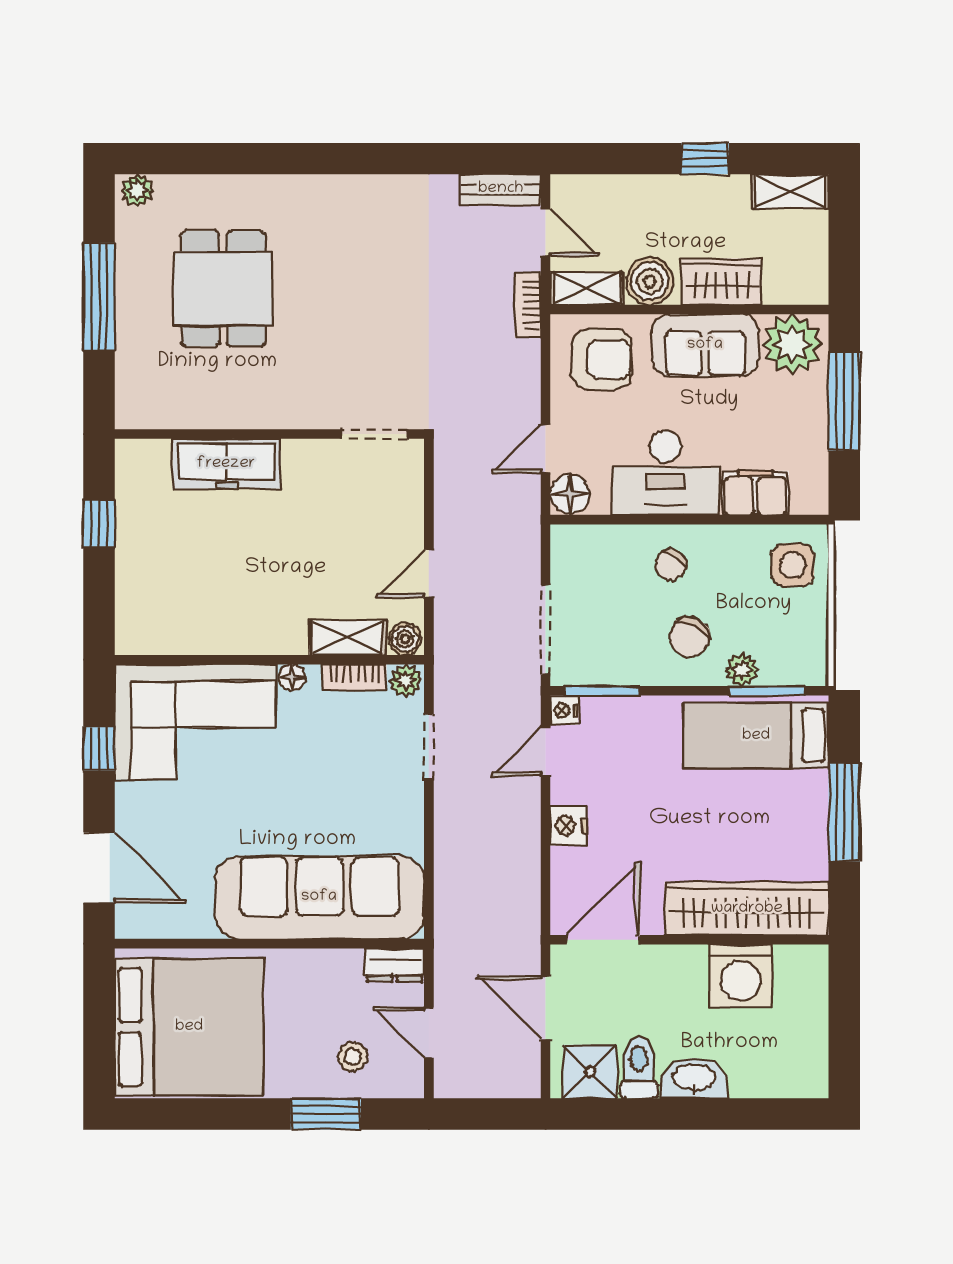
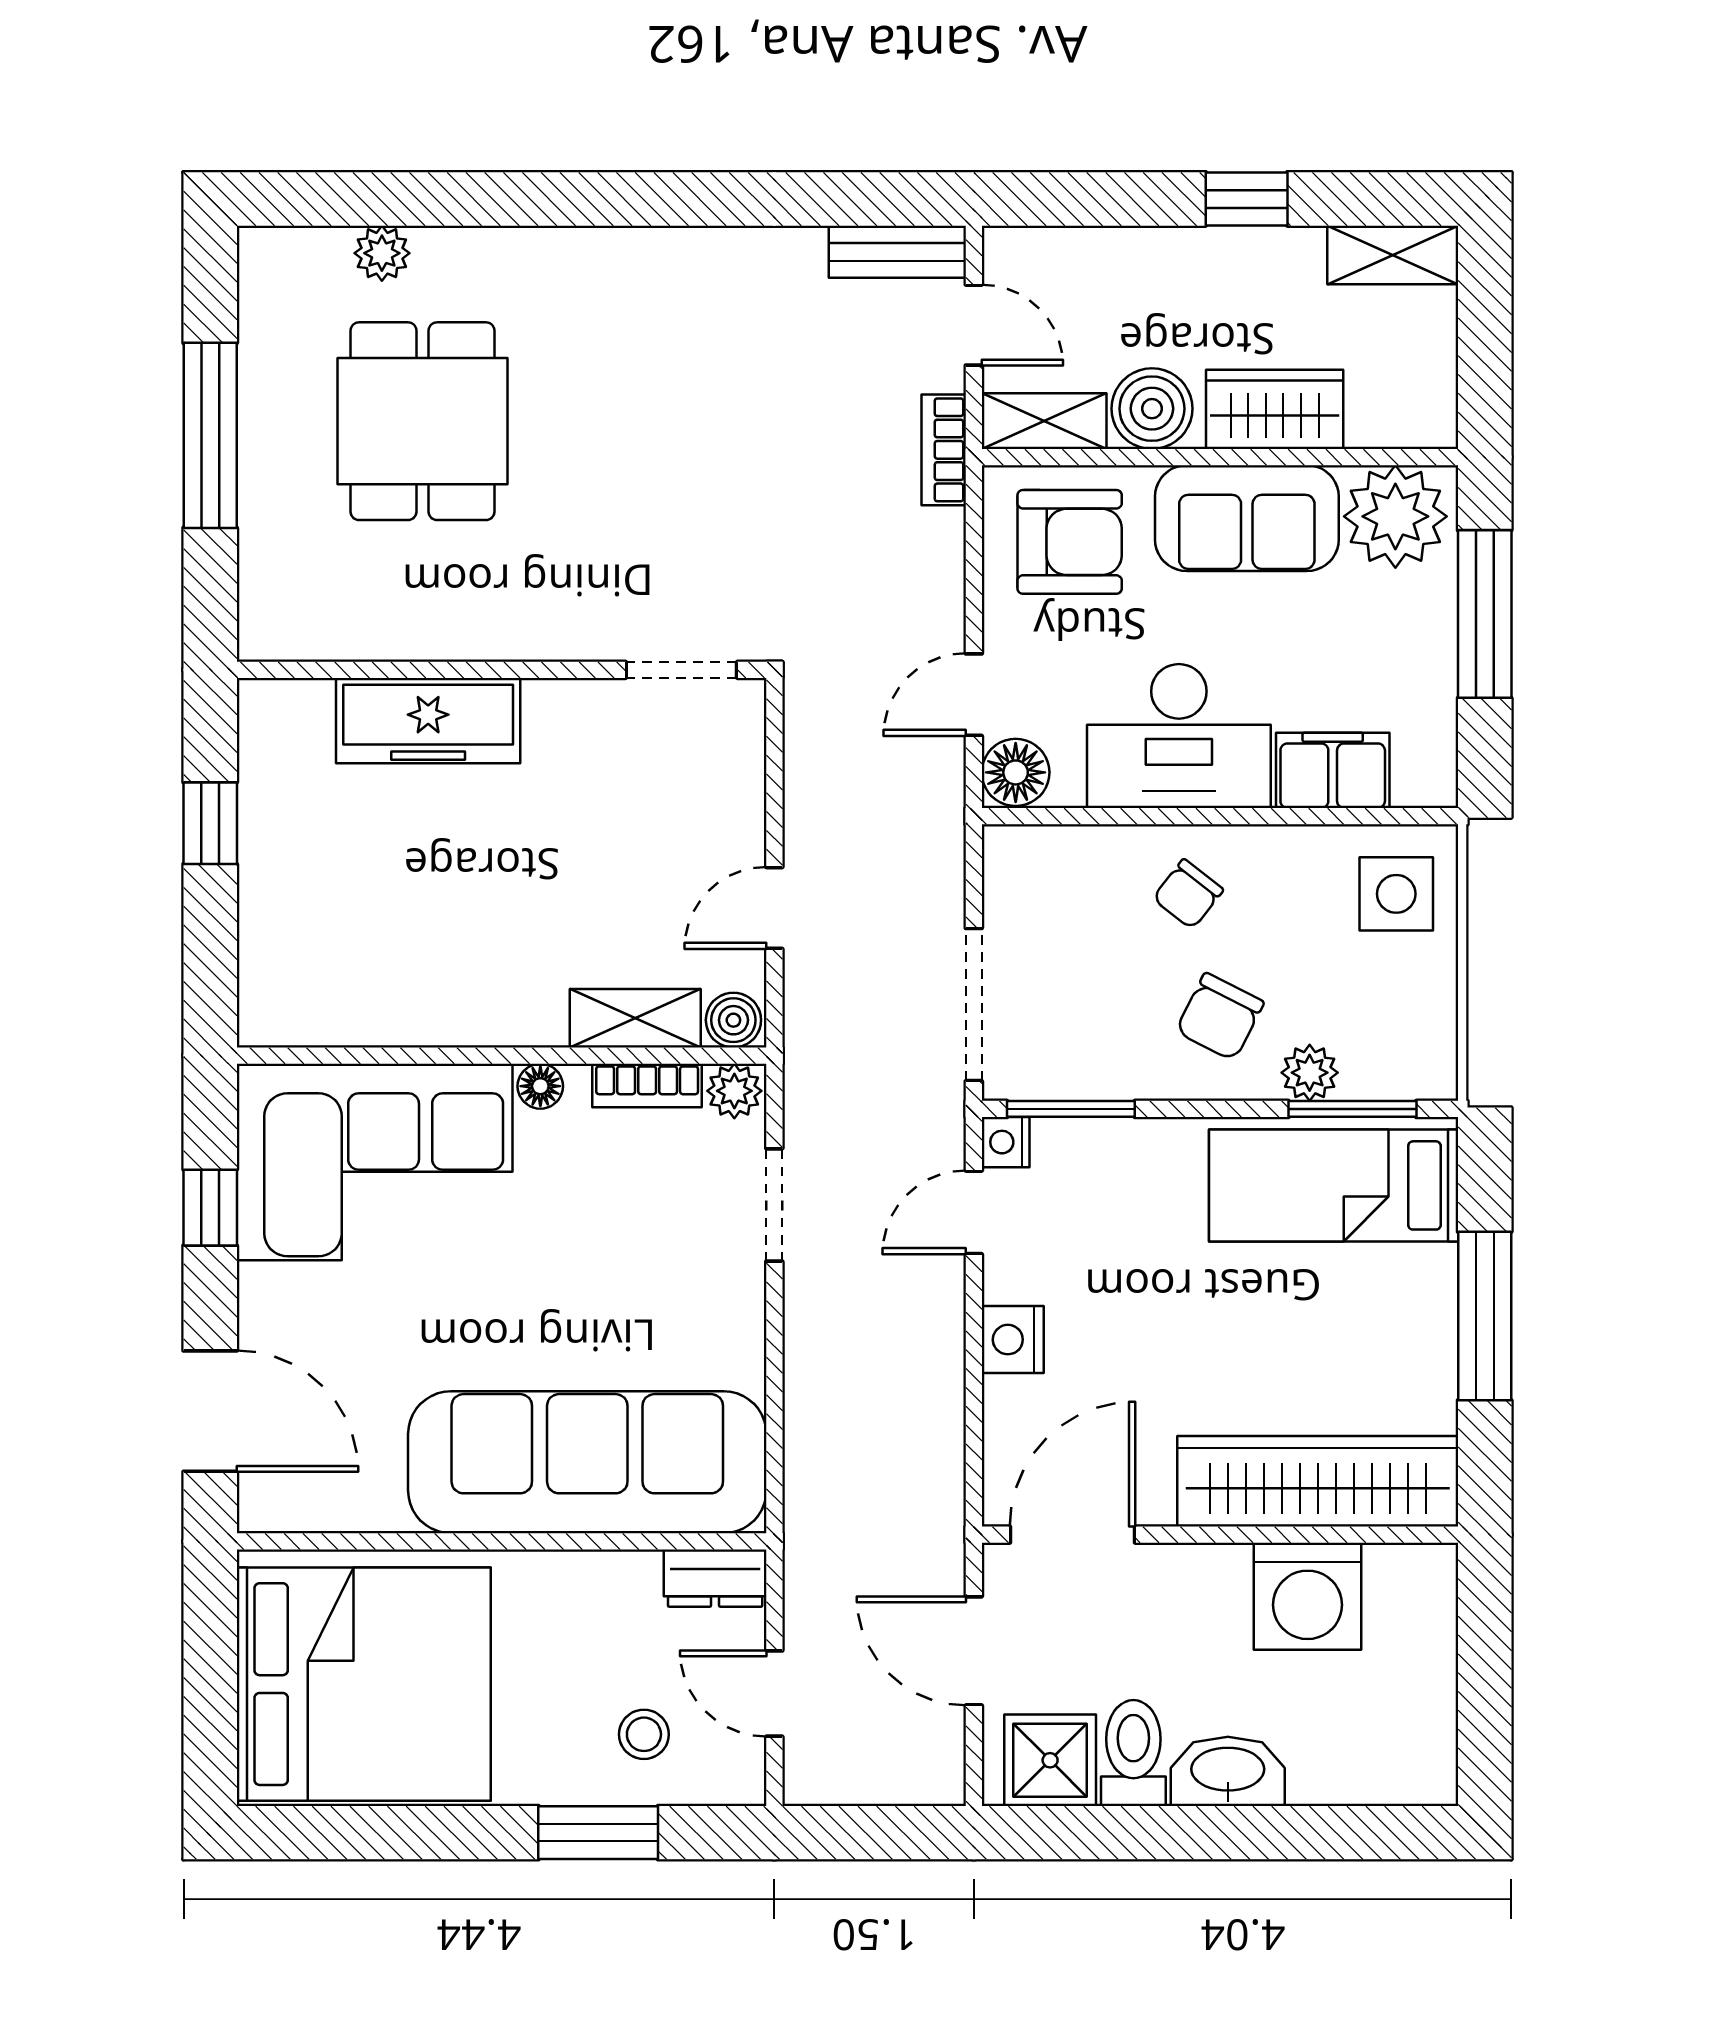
plant: (137, 190) -> (382, 253), moved

